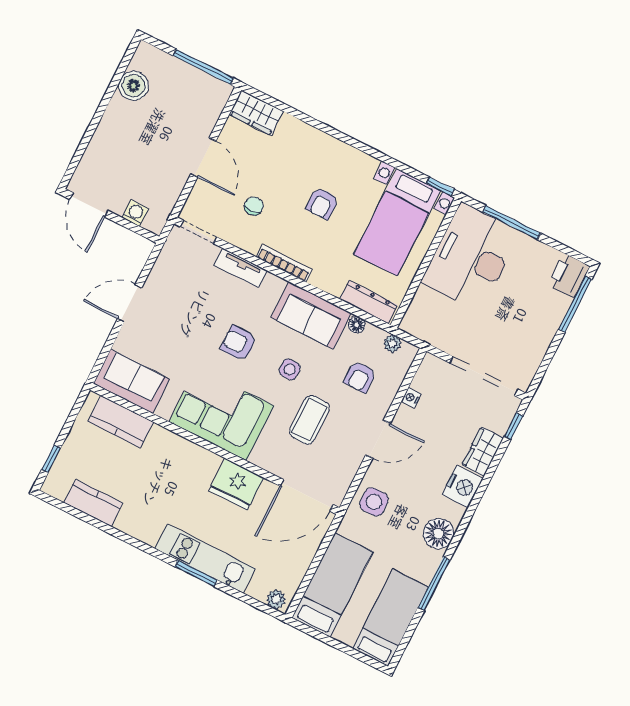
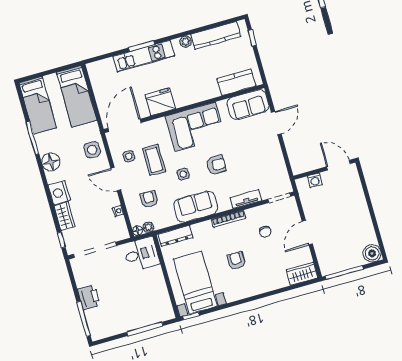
boiler: (134, 86) -> (372, 253), moved
door: (203, 157) -> (307, 233), hinge flipped
desk: (471, 257) -> (141, 254), moved, width x0.53, depth x0.77
printer: (569, 276) -> (89, 297), moved
door: (130, 303) -> (276, 123), moved
floor lamp: (357, 325) -> (138, 231), moved
door: (378, 439) -> (116, 179), hinge flipped
side table: (336, 452) -> (129, 156), added
kitchen counter: (93, 503) -> (216, 35), width x1.50
plant: (276, 599) -> (186, 42), moved

